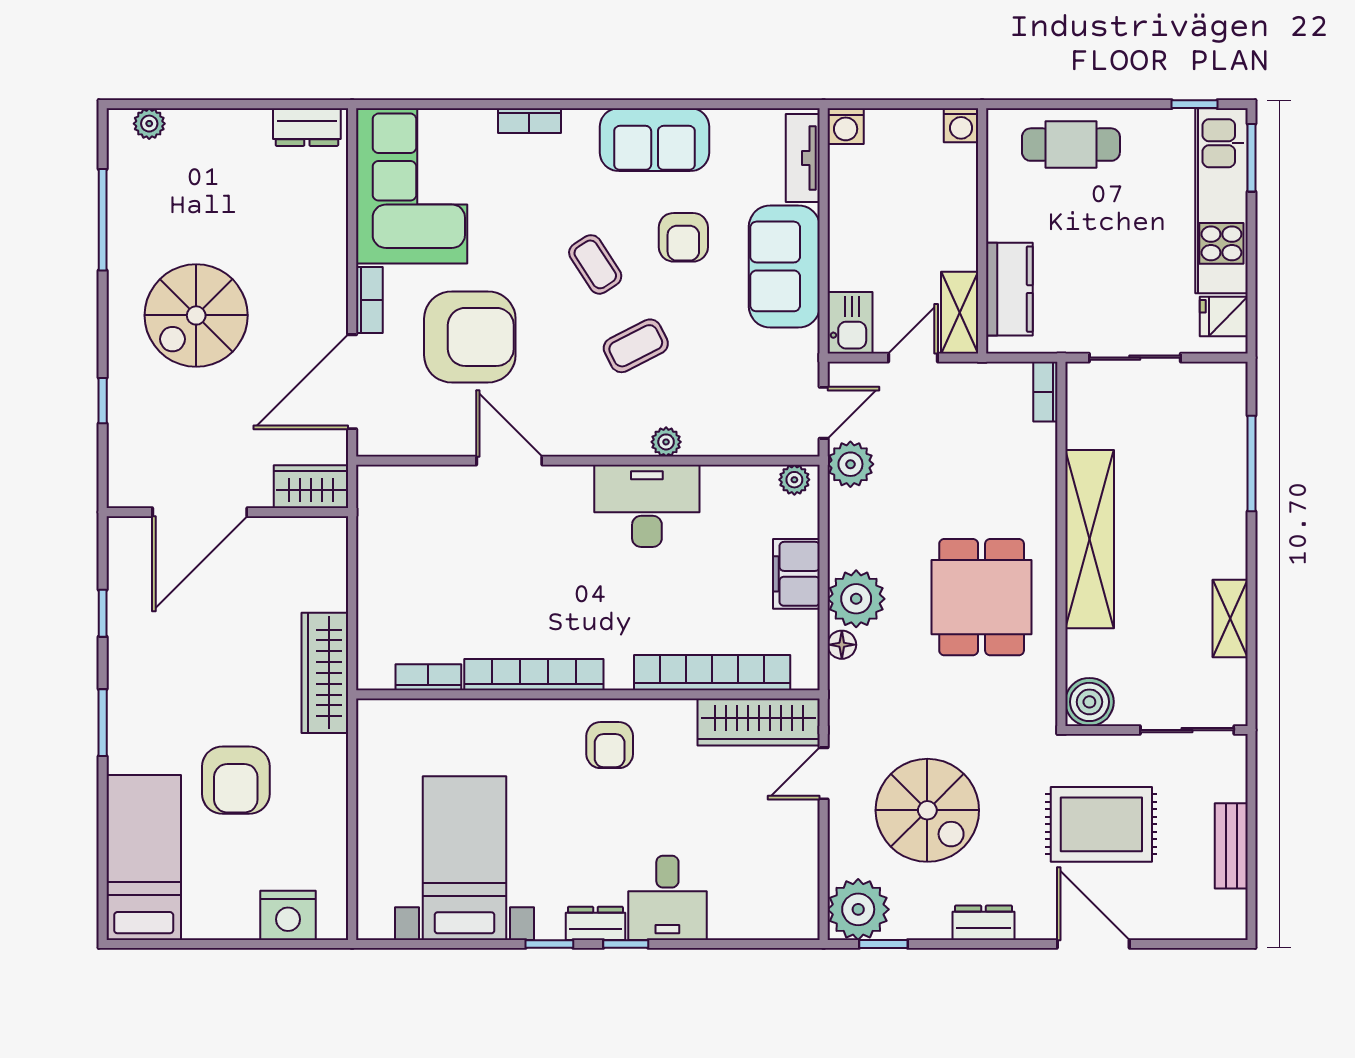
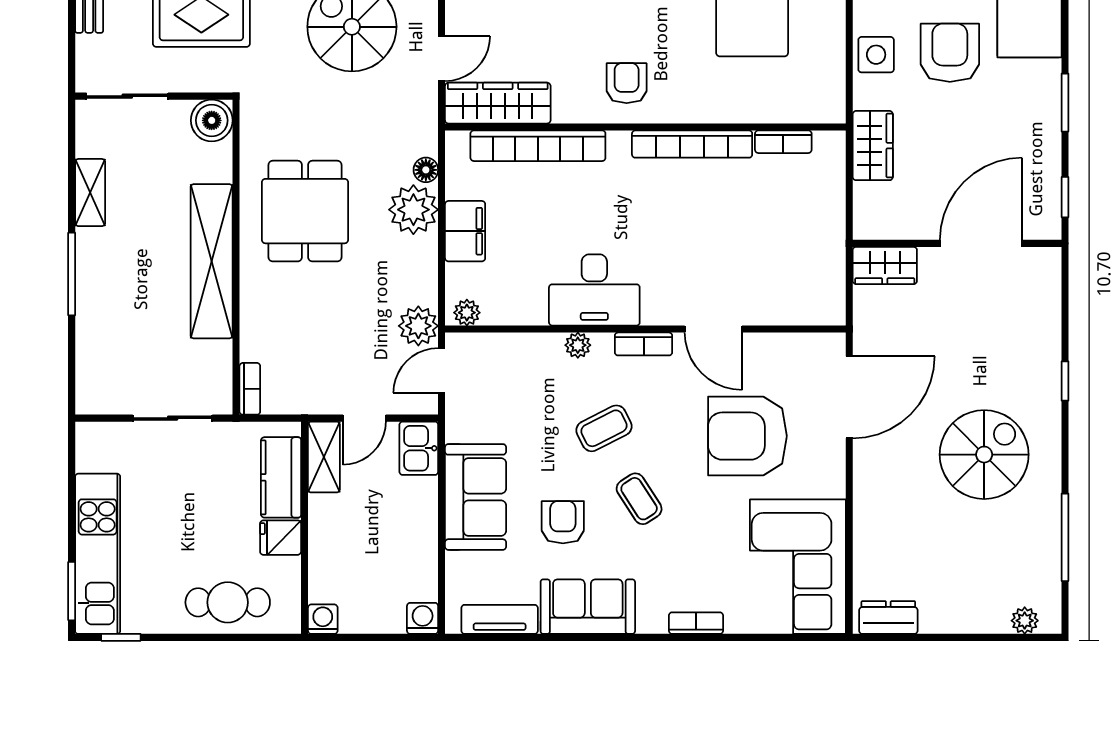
tv unit: (803, 158) -> (500, 619), moved, turned -90
bookcase: (369, 300) -> (644, 344), moved, turned -90
fridge: (1224, 317) -> (281, 538), moved, turned 180
window: (1251, 464) -> (72, 274), moved
wardrobe: (311, 487) -> (885, 265), moved
door: (200, 512) -> (981, 243), moved
wall: (227, 512) -> (957, 243), moved
wardrobe: (325, 673) -> (873, 146), width x0.67
side table: (321, 778) -> (876, 55), added

